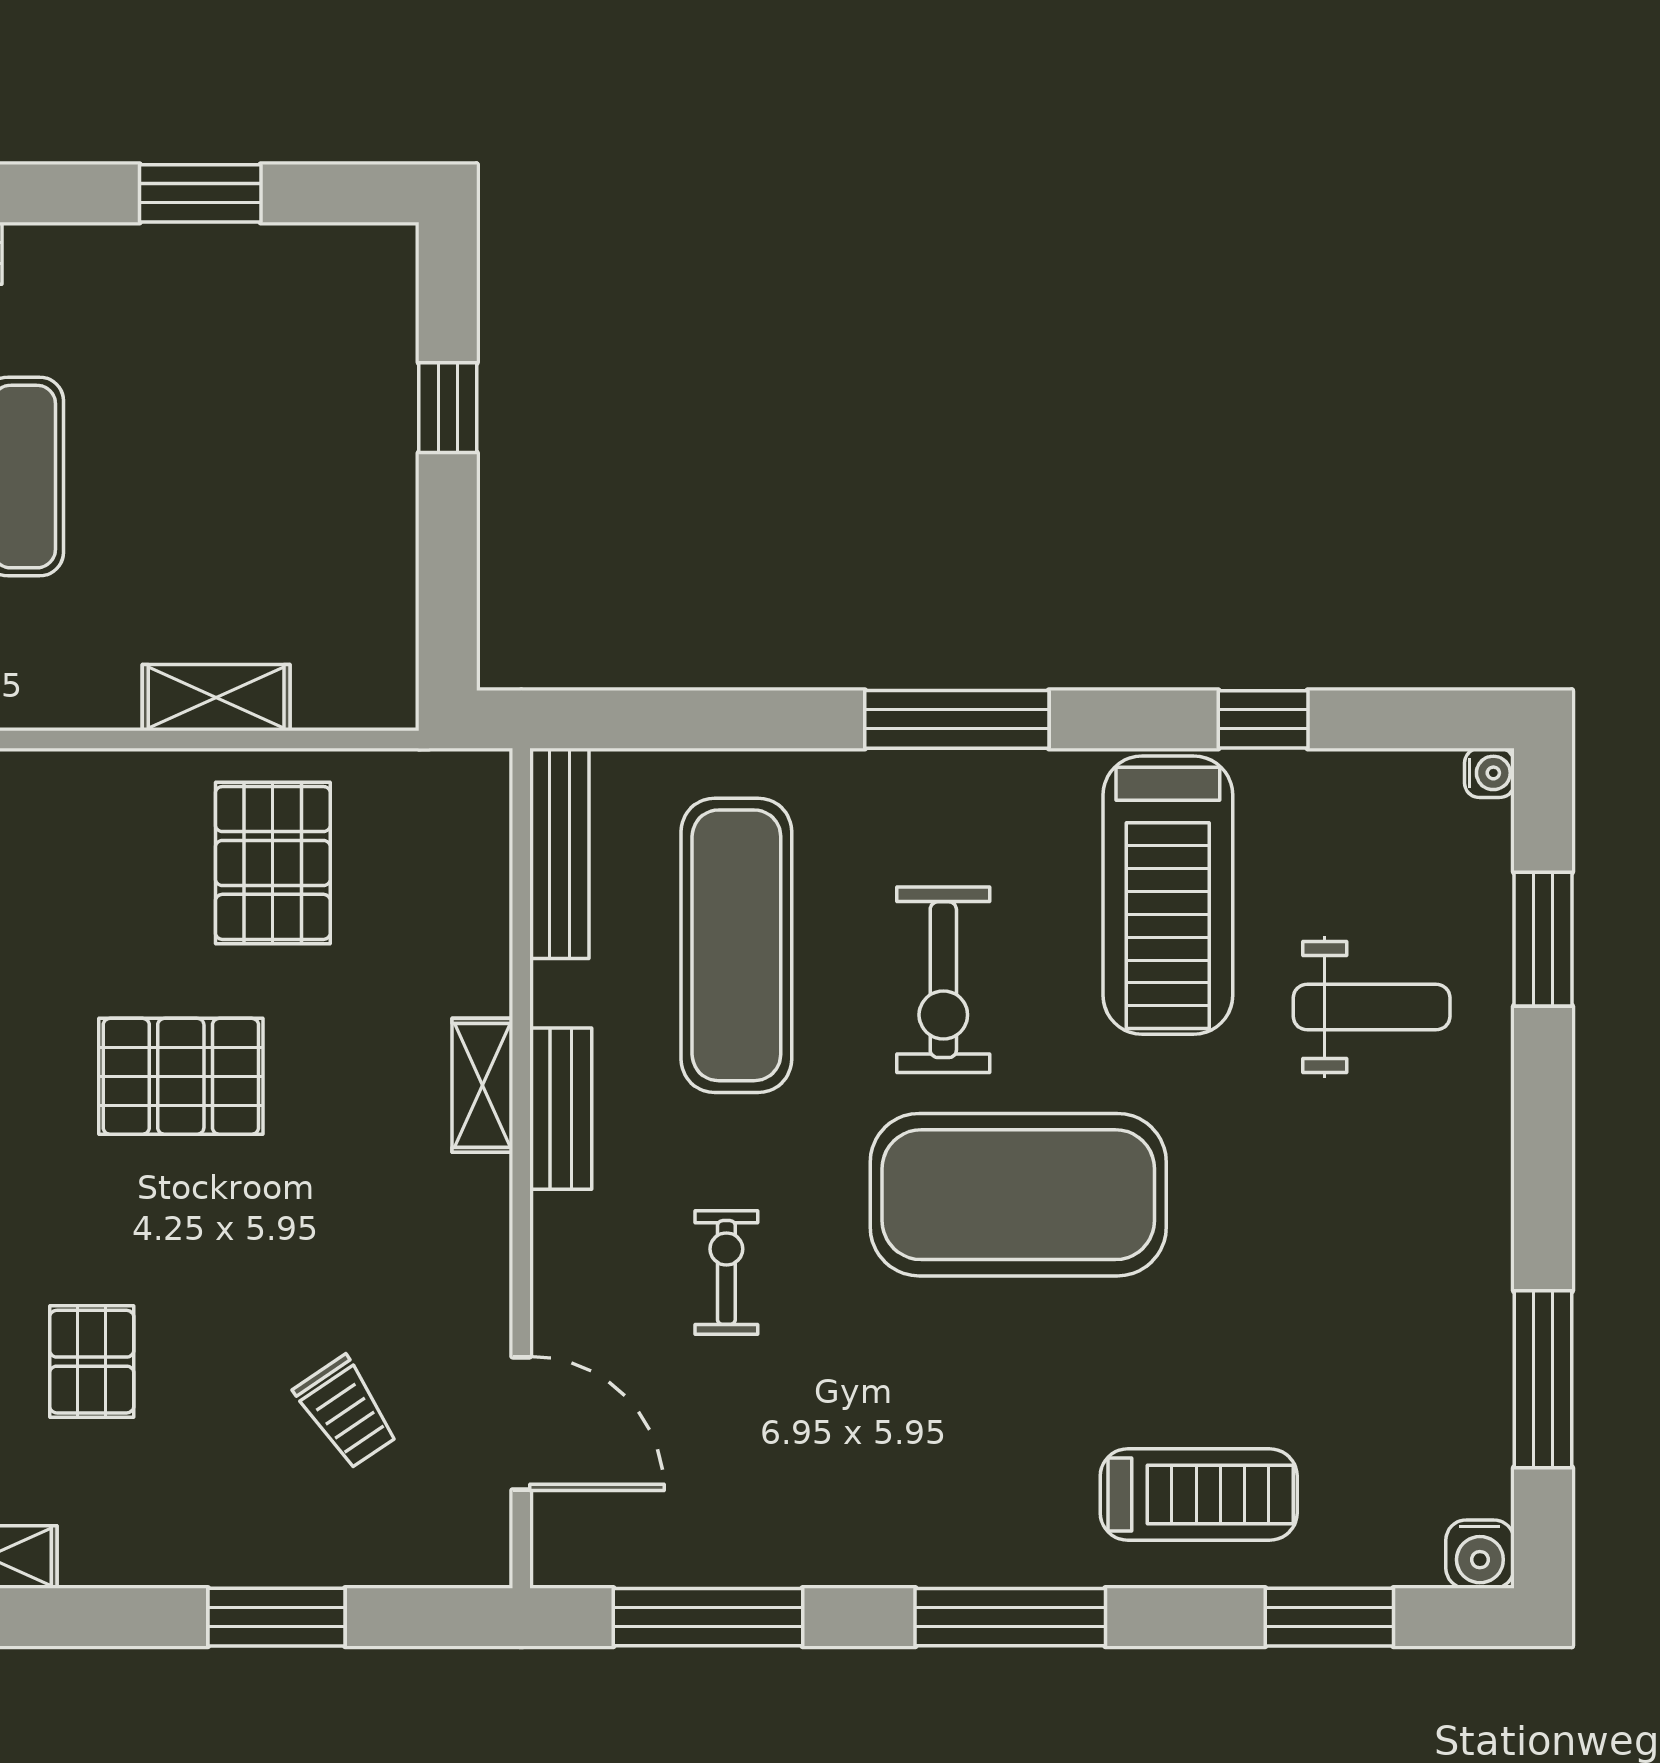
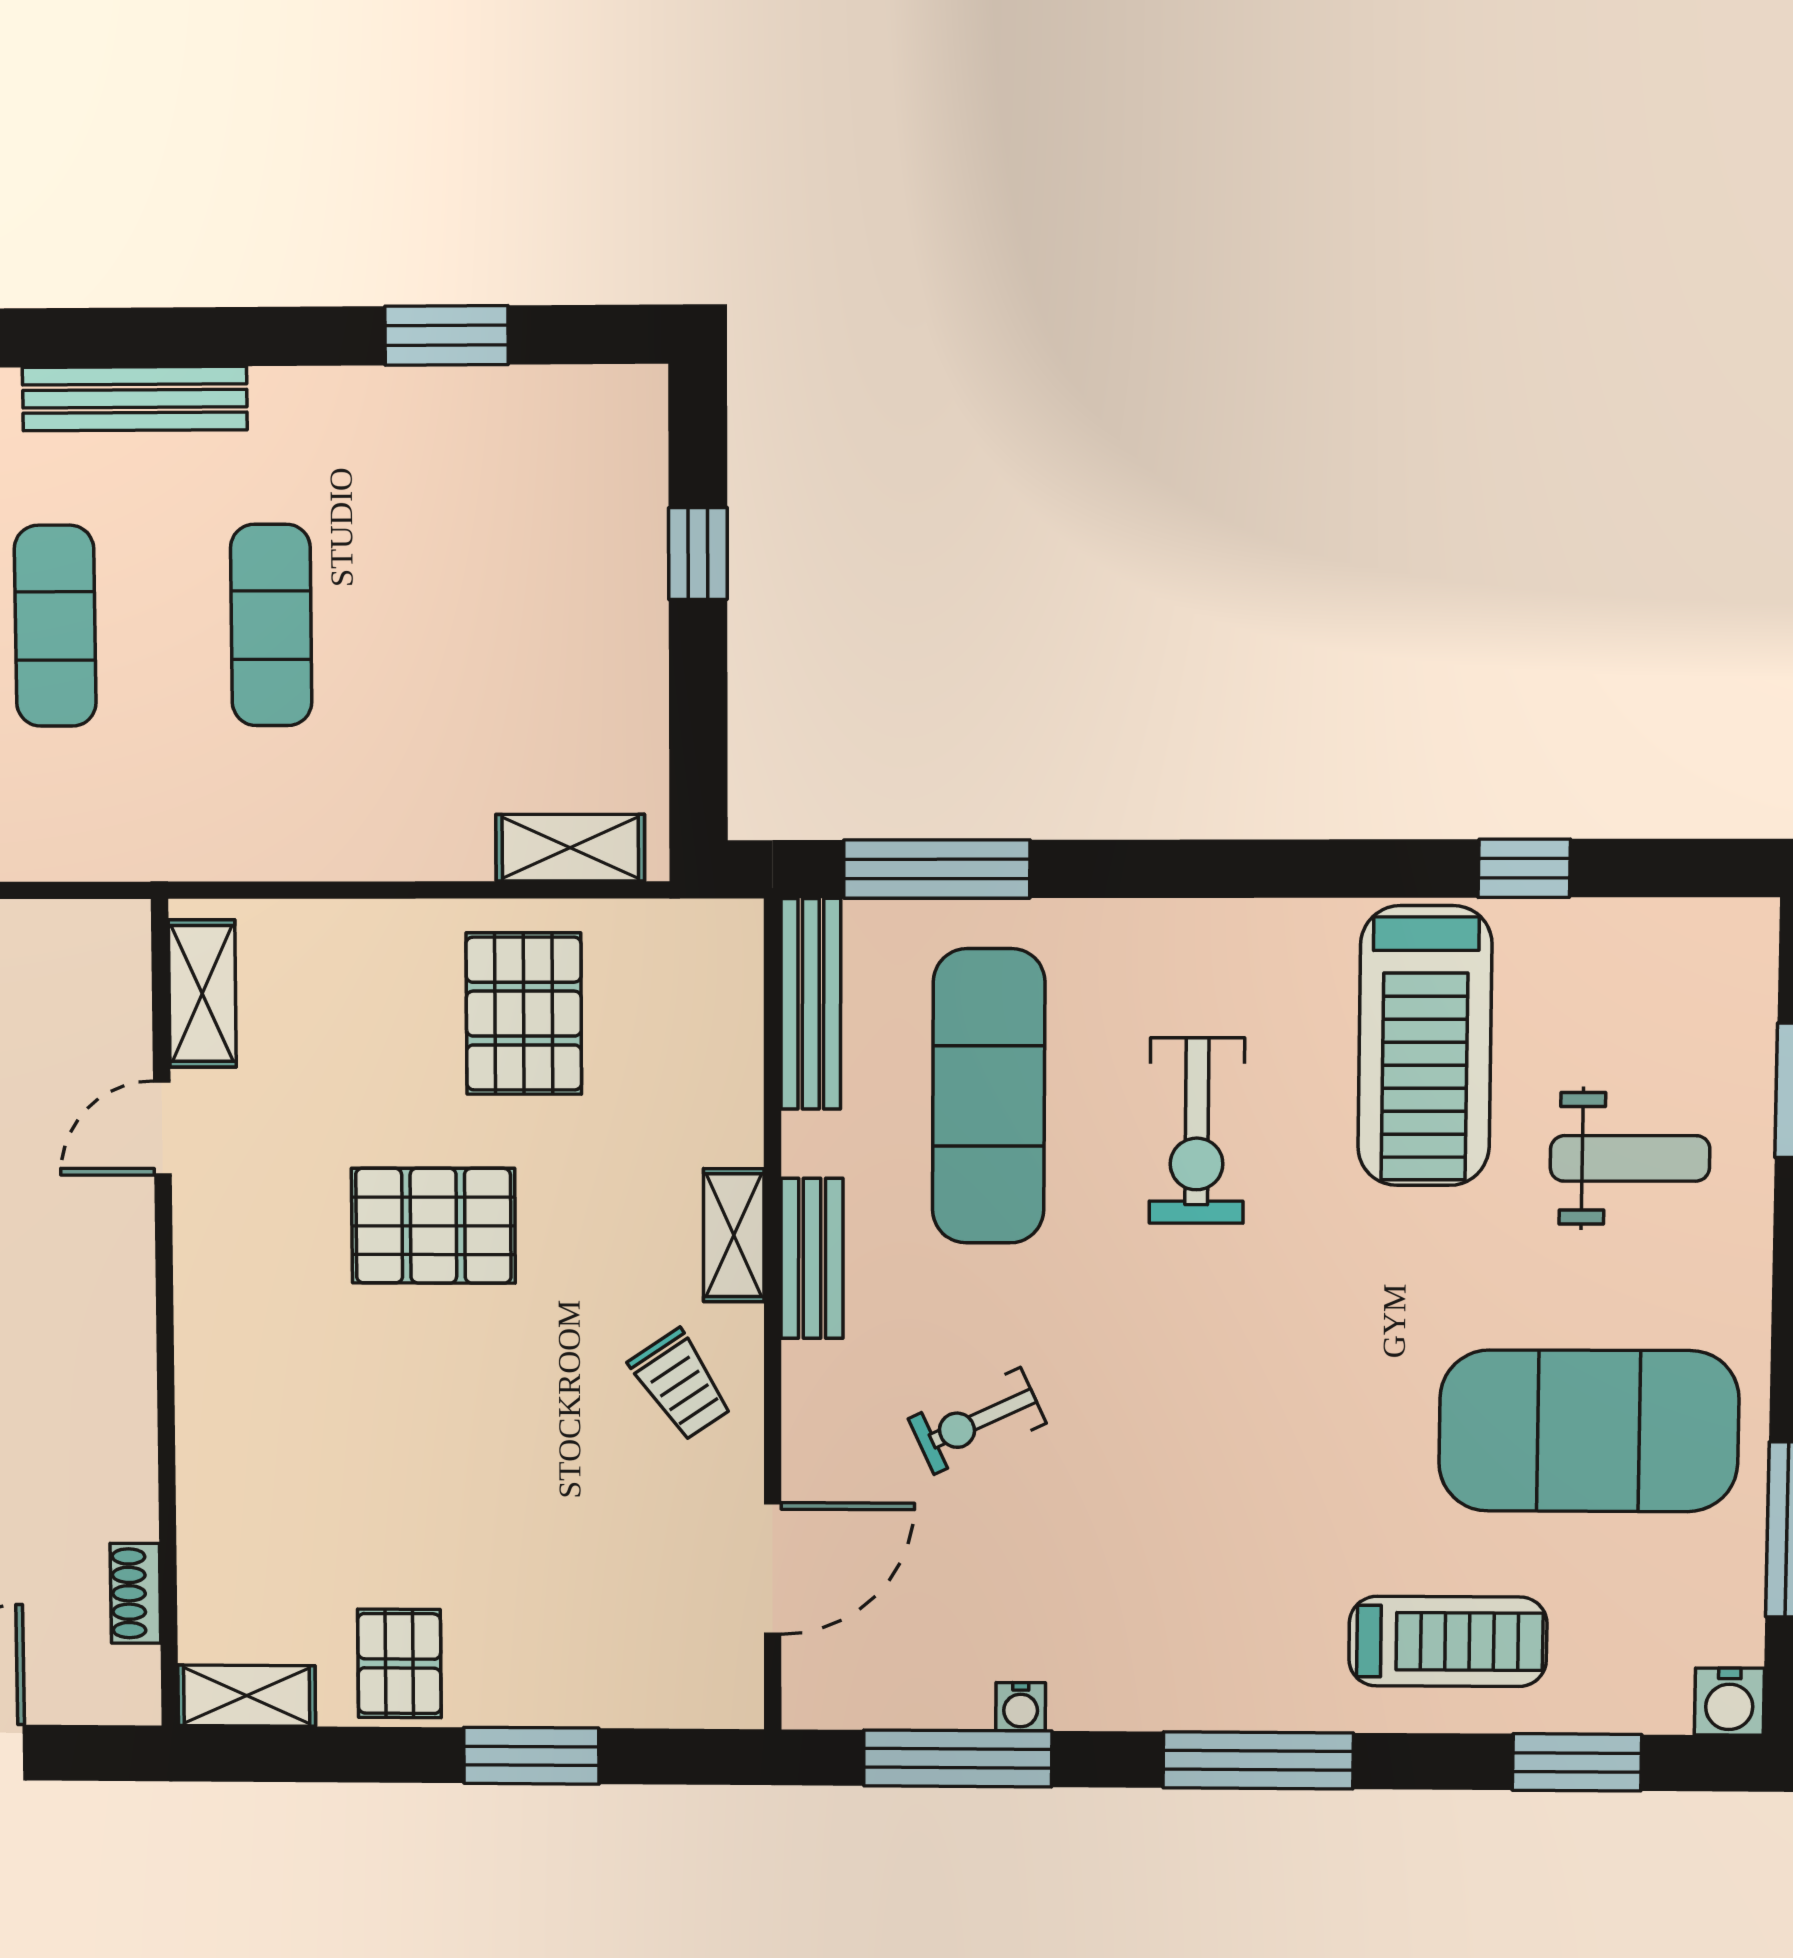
shelving: (216, 698) -> (570, 848), moved
window: (957, 719) -> (937, 869), moved
water cooler: (1489, 773) -> (1021, 1707), moved, turned 90
exercise mat: (1018, 1195) -> (1589, 1431), moved
exercise bike: (726, 1272) -> (977, 1421), turned -115
pallet: (92, 1362) -> (399, 1663), moved
trolley: (346, 1412) -> (681, 1385), moved
door: (521, 1423) -> (773, 1568), hinge flipped

